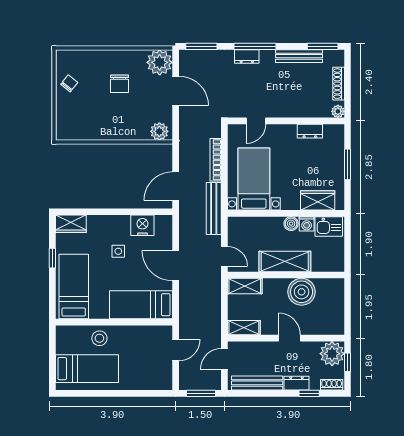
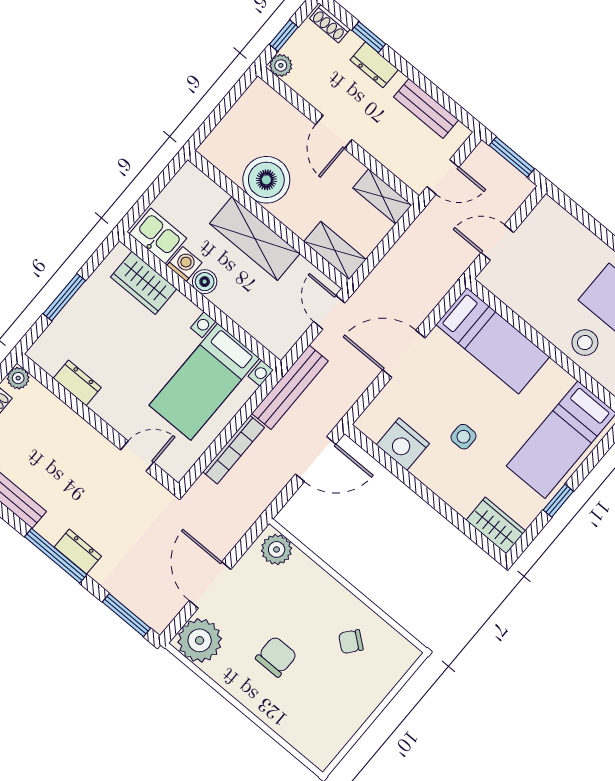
chair: (69, 83) -> (351, 642), moved
door: (176, 266) -> (404, 354), swing flipped
plant: (332, 354) -> (281, 65), width x0.53, depth x0.53
bench: (257, 383) -> (426, 109), width x0.73

